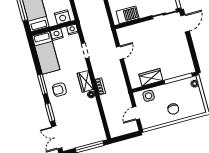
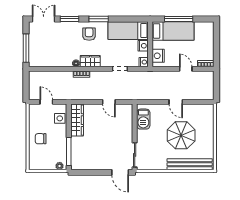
wardrobe: (151, 77) -> (77, 120), width x1.50

